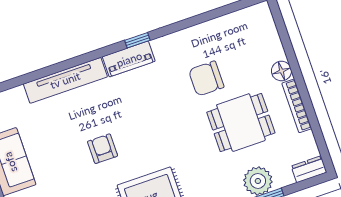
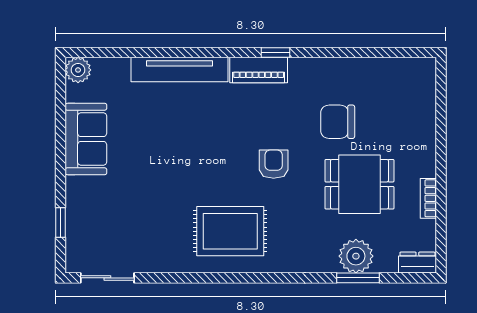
floor lamp: (281, 71) -> (425, 142), removed
bookcase: (297, 106) -> (428, 198), width x0.64
armchair: (103, 149) -> (274, 164), moved

